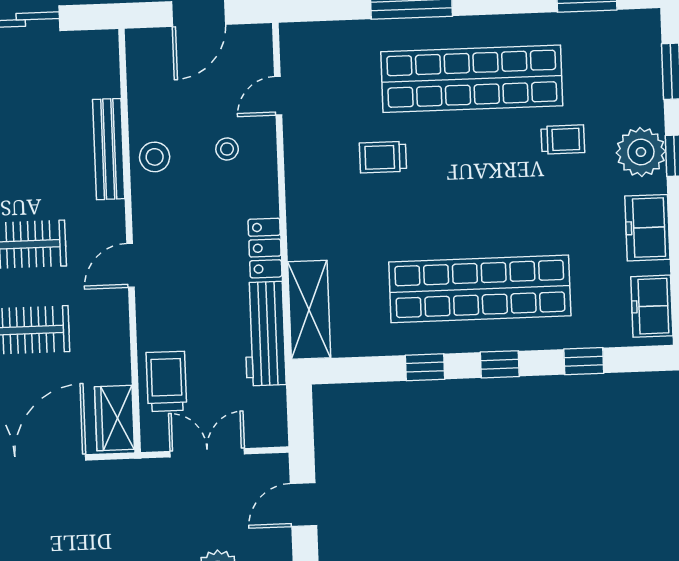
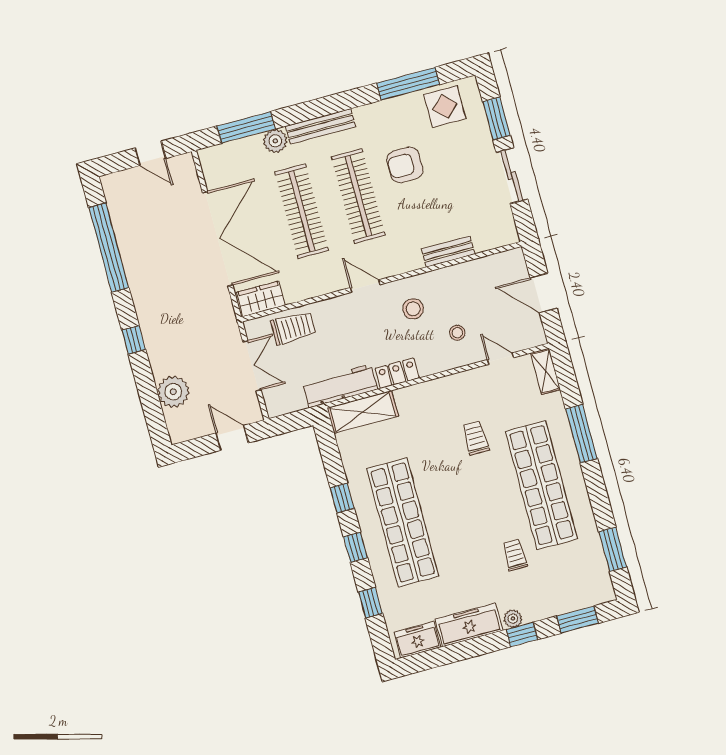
shelving: (311, 36) -> (545, 371), added
trolley: (563, 140) -> (515, 555), turned 180
bench: (109, 149) -> (448, 252), width x0.73
plant: (641, 152) -> (513, 619), width x0.53, depth x0.53
stool: (155, 157) -> (413, 309), moved
freezer: (647, 228) -> (469, 625), width x1.40

